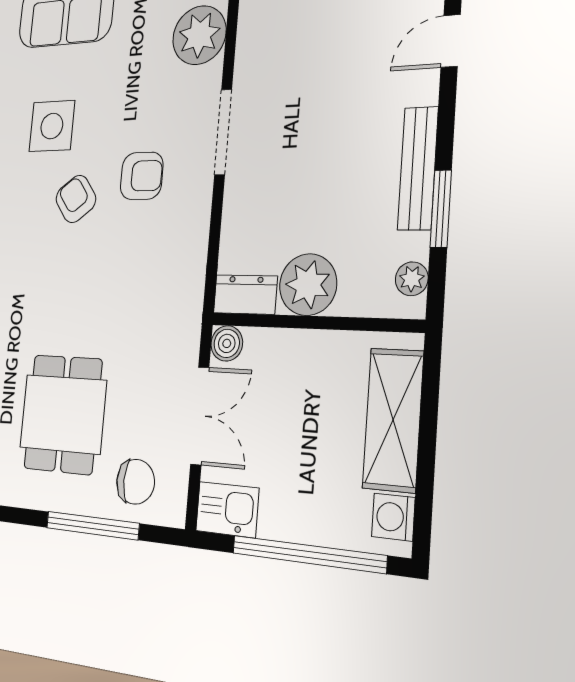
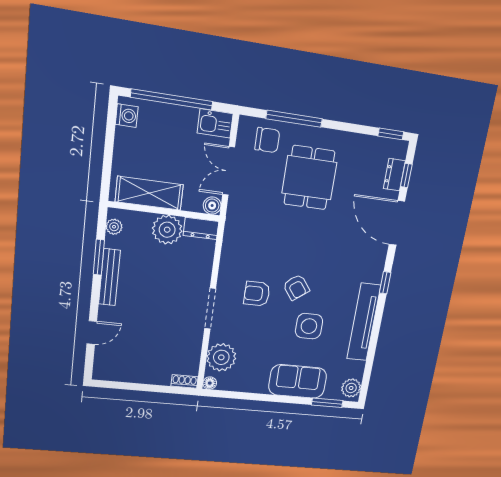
shelving: (393, 420) -> (149, 193), moved, turned 90
chair: (136, 482) -> (267, 140), turned 180

